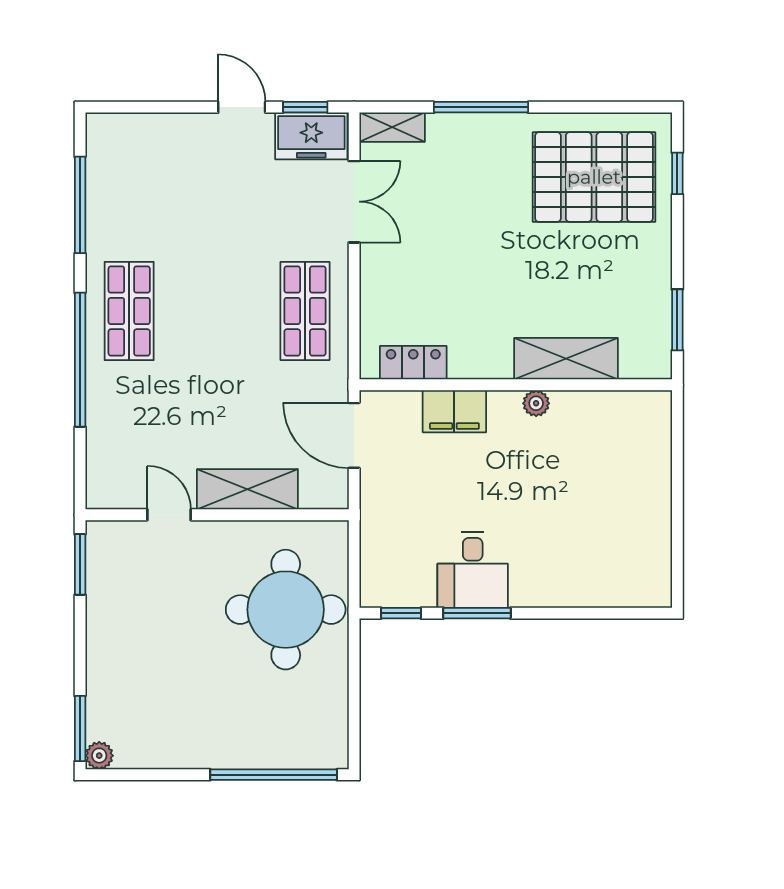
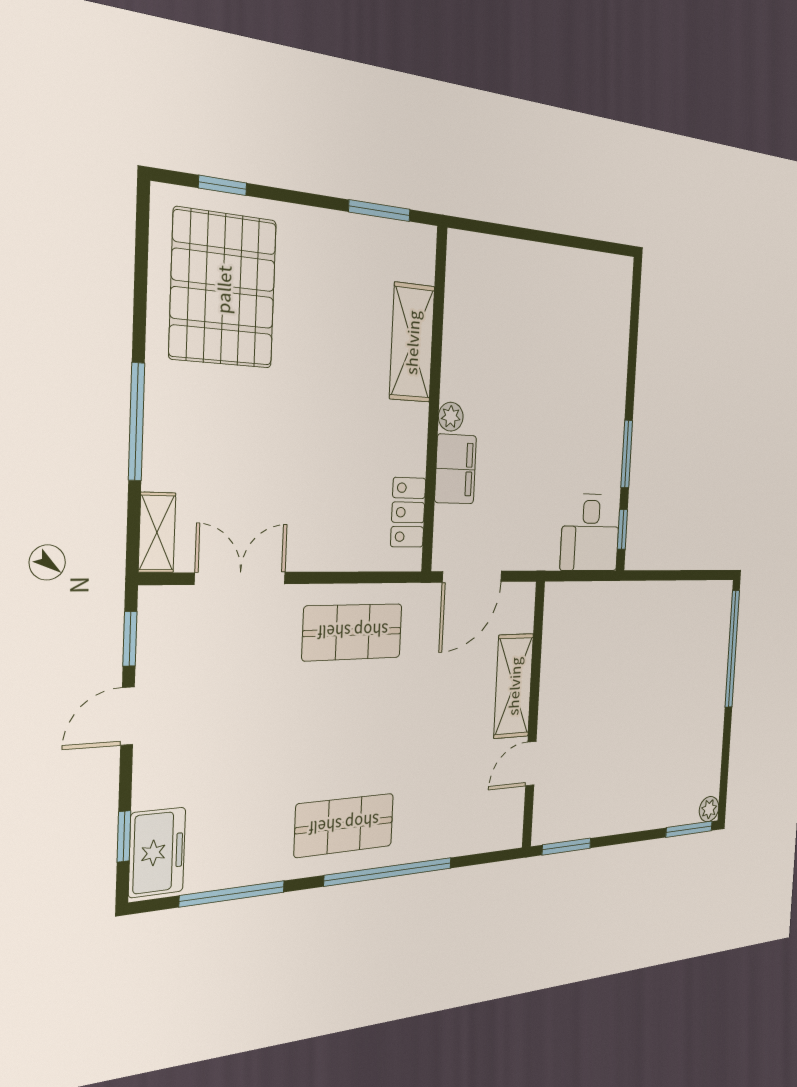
window: (142, 107) -> (124, 836), added
freezer: (311, 136) -> (157, 852), moved
plant: (536, 403) -> (451, 417), moved
desk: (473, 570) -> (590, 533), moved, turned 90
round table: (286, 610) -> (613, 643), removed

